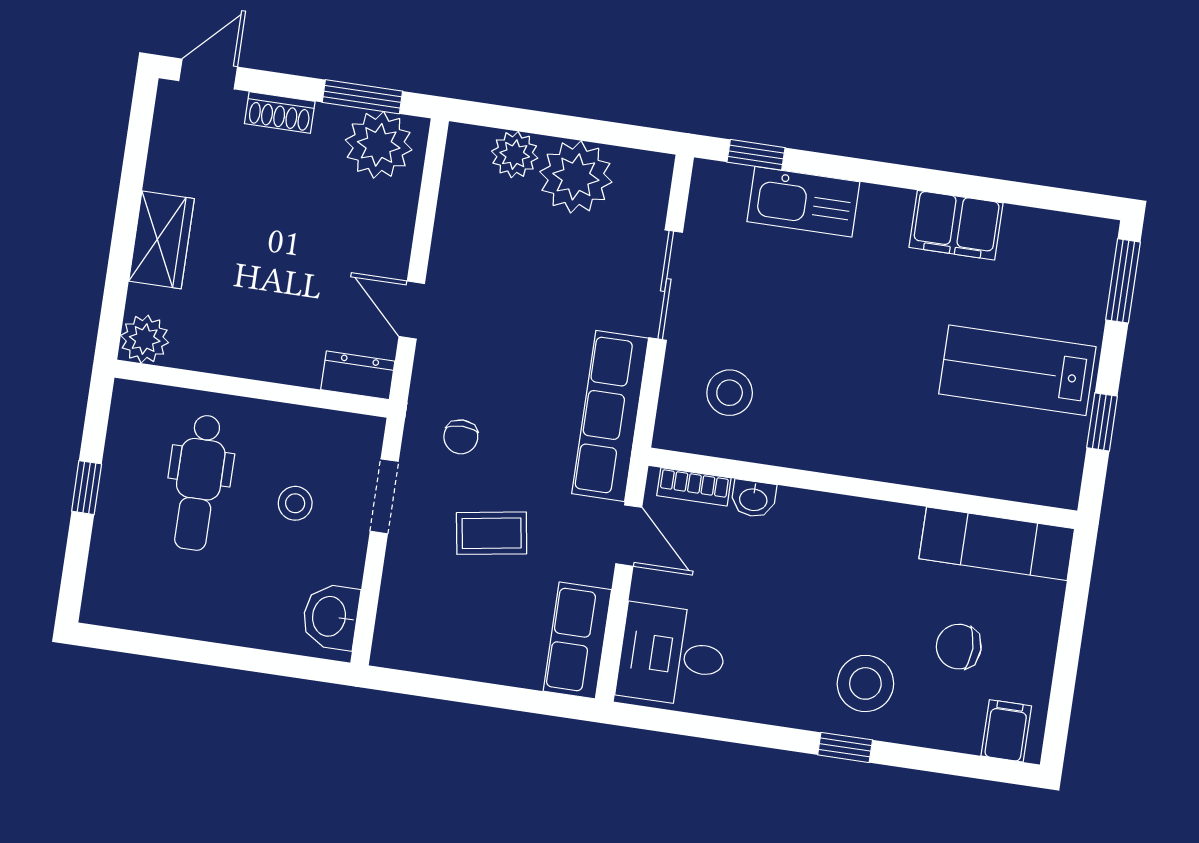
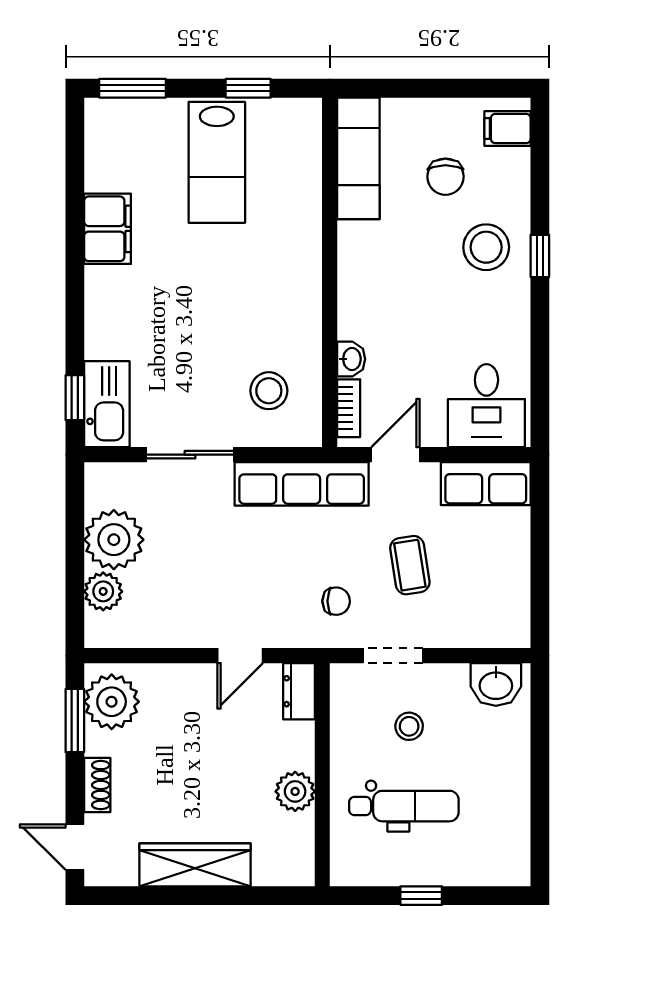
kitchen sink: (803, 202) -> (107, 404), moved
wardrobe: (162, 240) -> (195, 865), width x1.50
plant: (145, 339) -> (295, 791), moved

